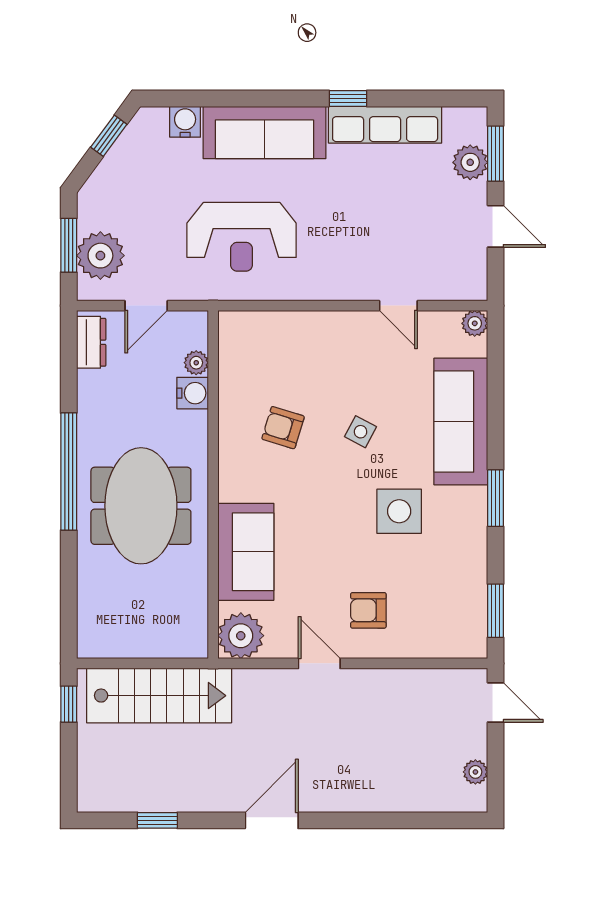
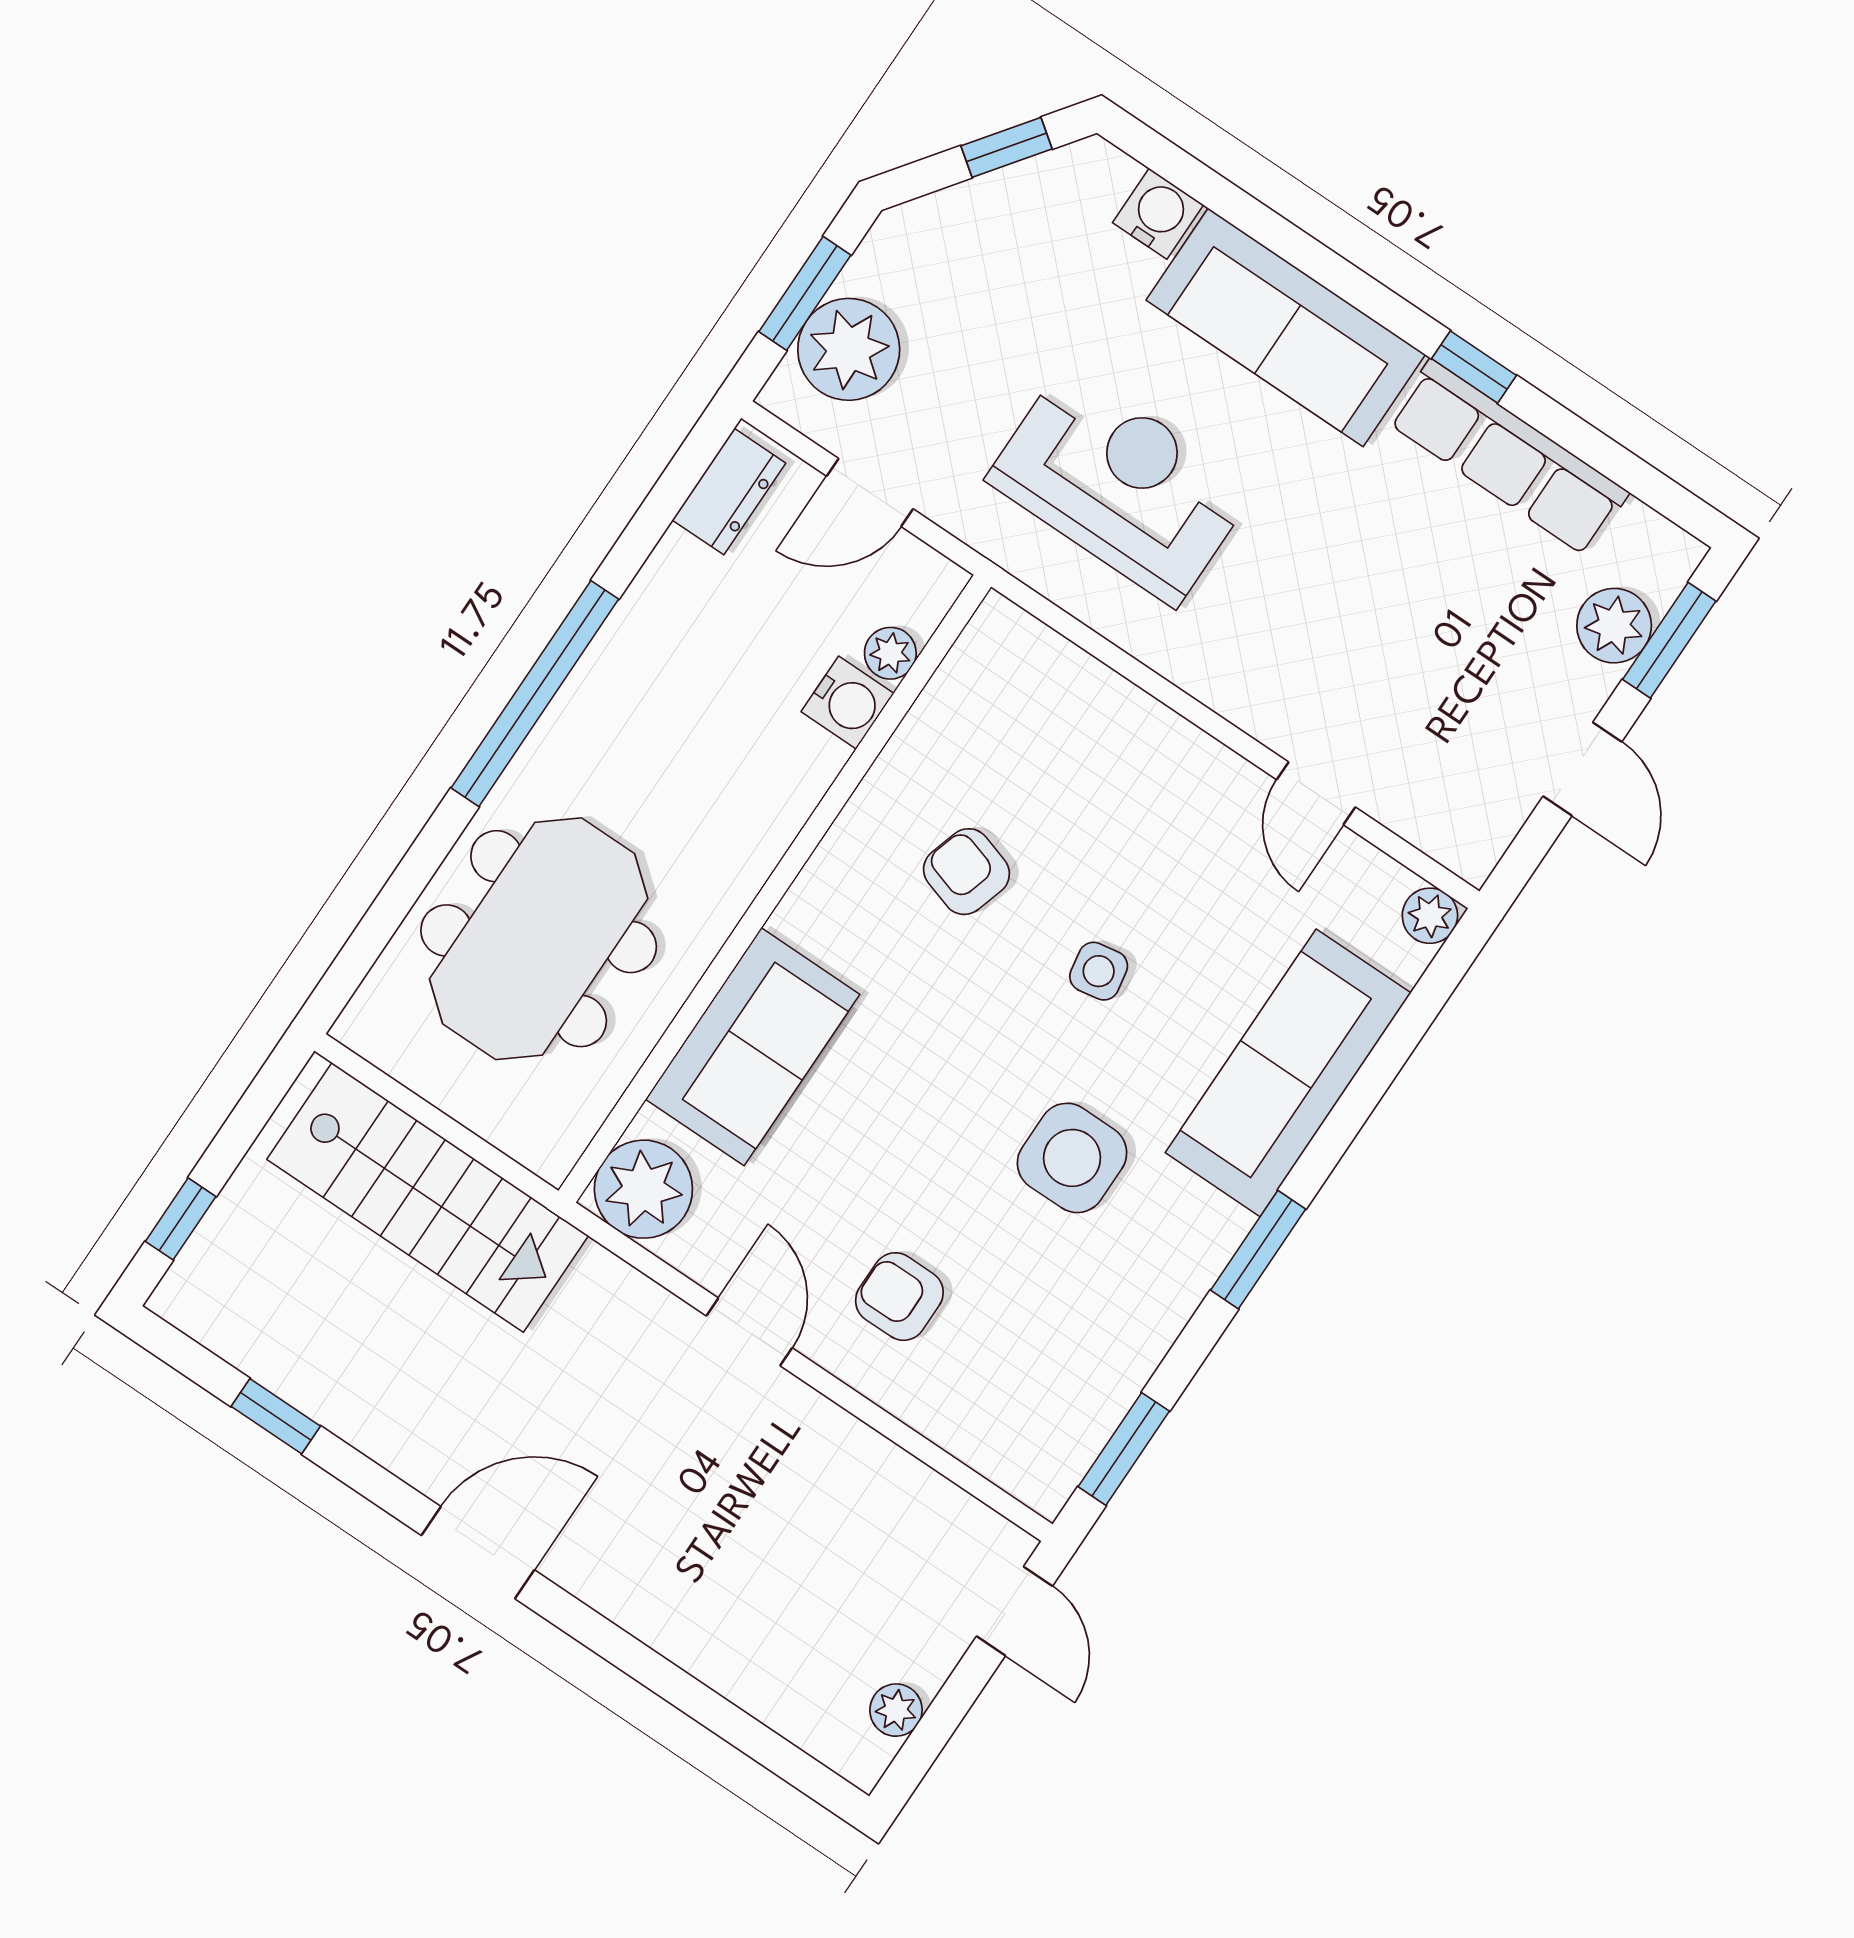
reception desk: (242, 237) -> (1121, 485), turned 180
side table: (361, 432) -> (1099, 971), turned -38
meeting table: (141, 506) -> (539, 939), moved
window: (69, 704) -> (181, 1219), moved

